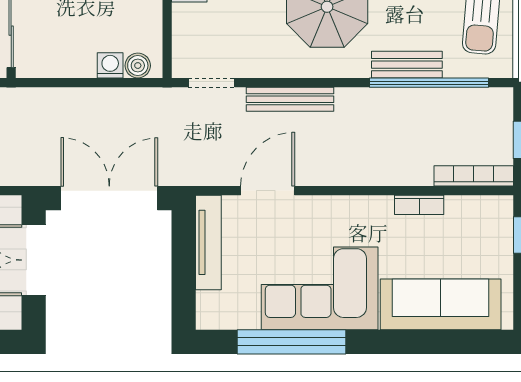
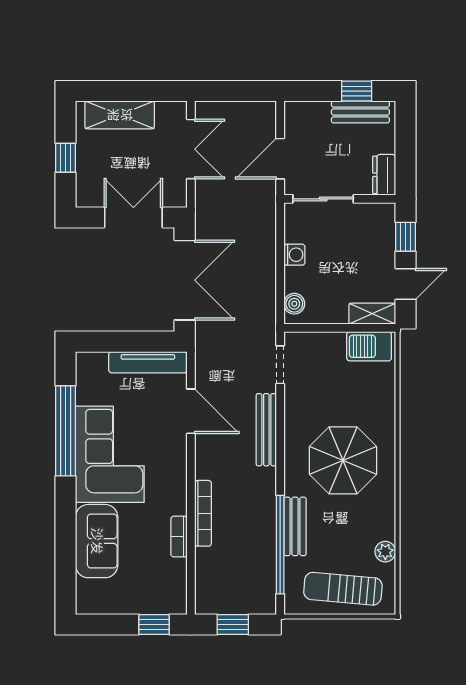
washing machine: (110, 65) -> (294, 255), moved
bookcase: (474, 176) -> (203, 513), moved
sofa: (441, 304) -> (97, 541), width x0.73

